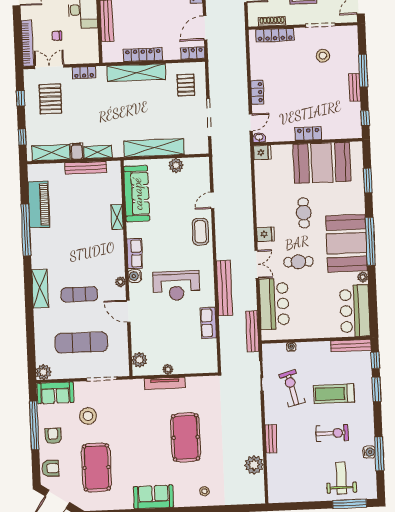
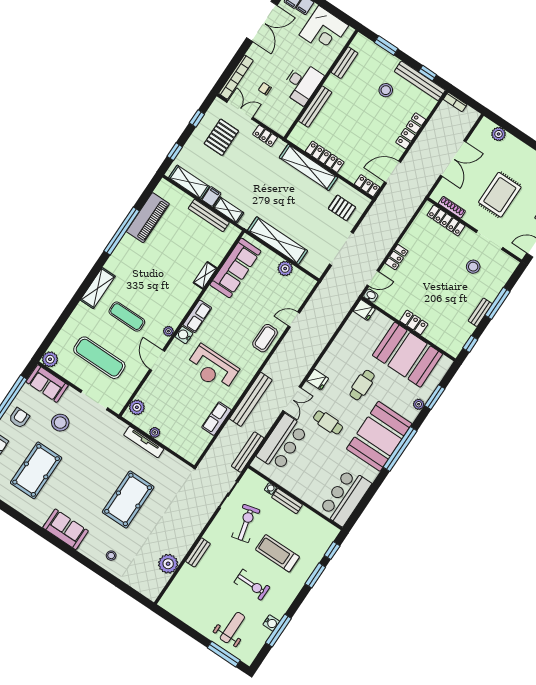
pallet: (186, 85) -> (342, 208), turned 90
plant: (363, 277) -> (419, 404), moved
bench: (351, 346) -> (287, 501), moved, width x0.73

